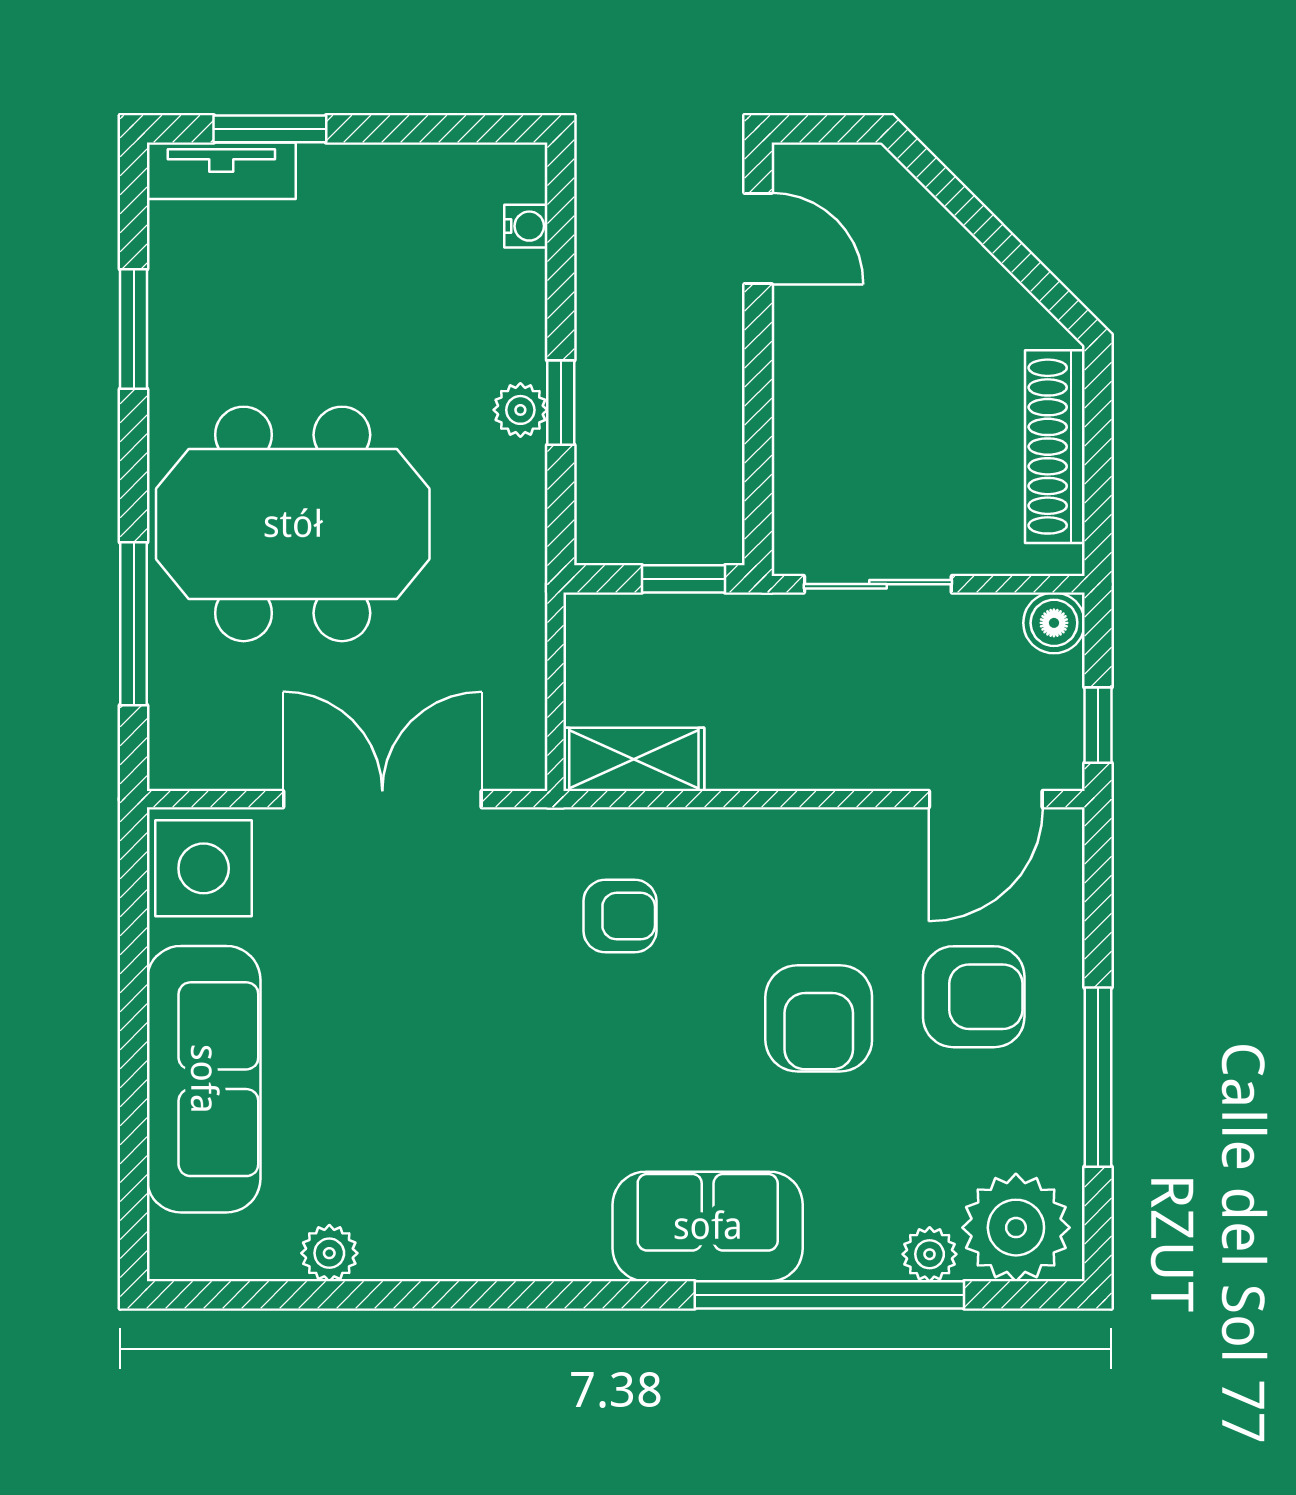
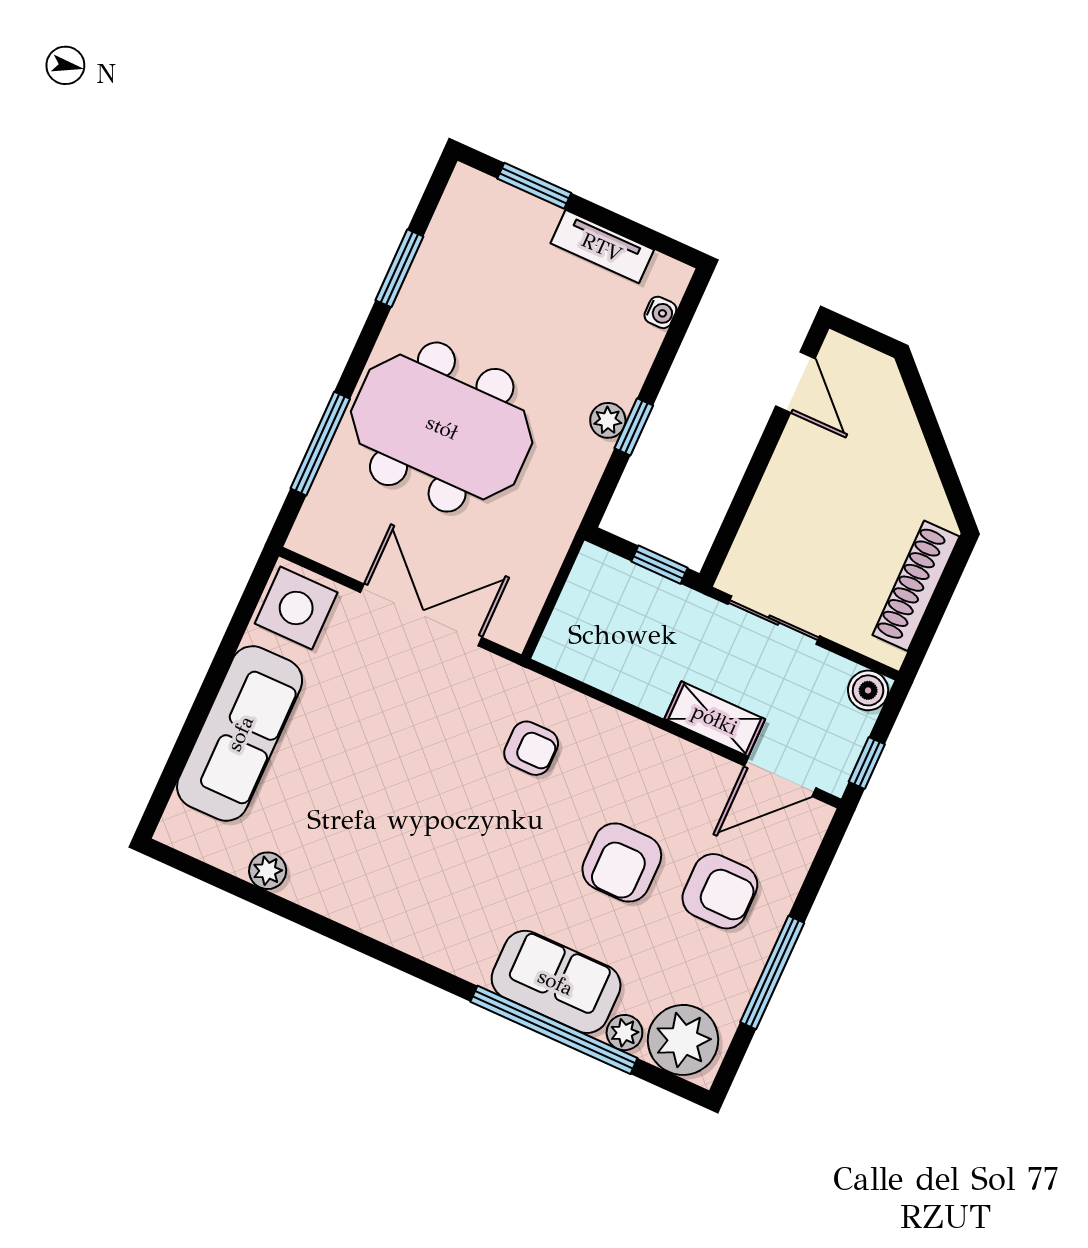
tv unit: (221, 171) -> (602, 247), moved
shelving: (634, 759) -> (715, 719), moved
sofa: (708, 1226) -> (556, 982), moved

